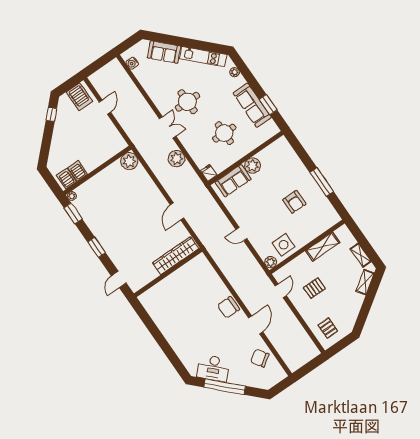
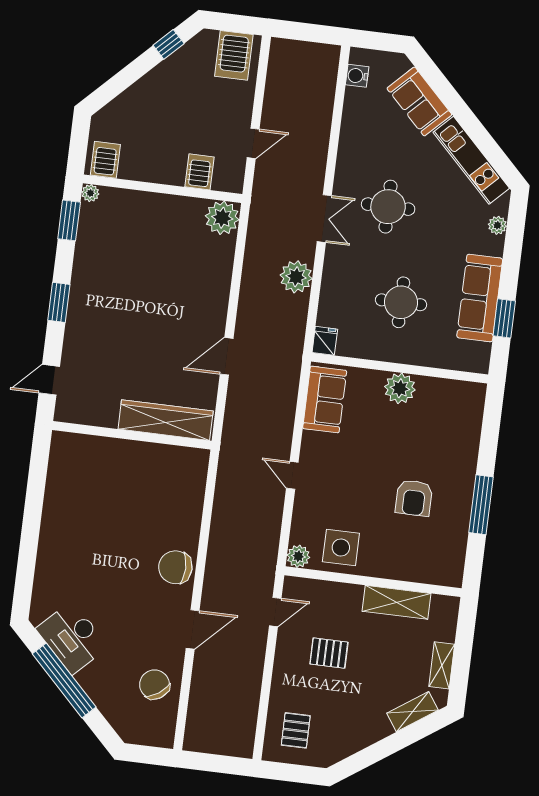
door: (105, 107) -> (253, 143), moved
server rack: (78, 171) -> (199, 172), moved
sofa: (233, 181) -> (325, 399), moved, turned -90

